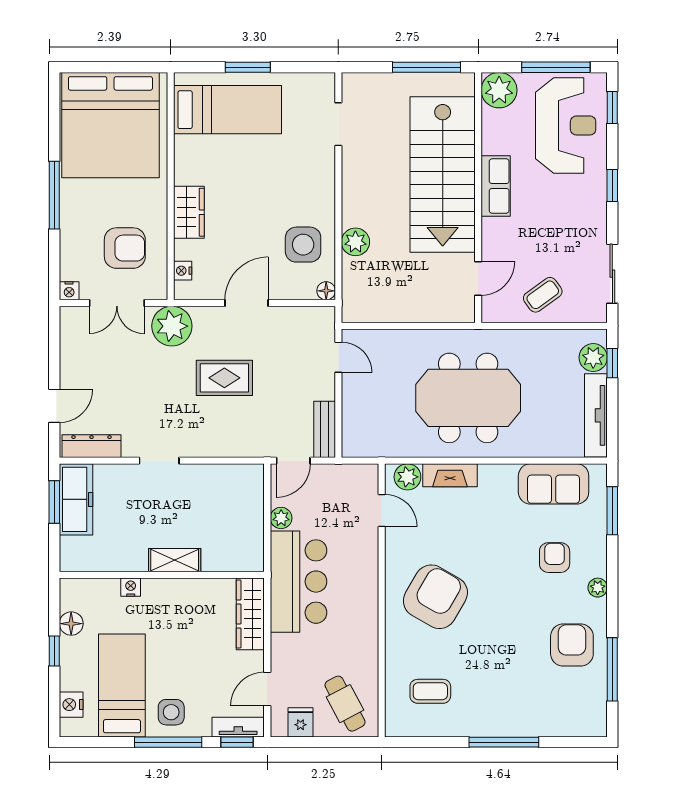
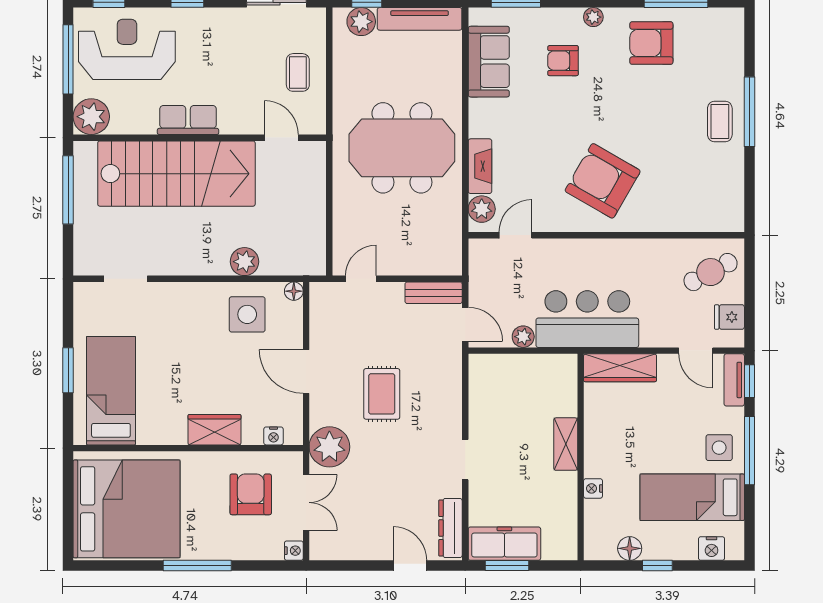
coffee table: (543, 295) -> (298, 72), turned 36
meeting table: (468, 398) -> (402, 148), turned 90
coffee table: (430, 691) -> (720, 121), moved

